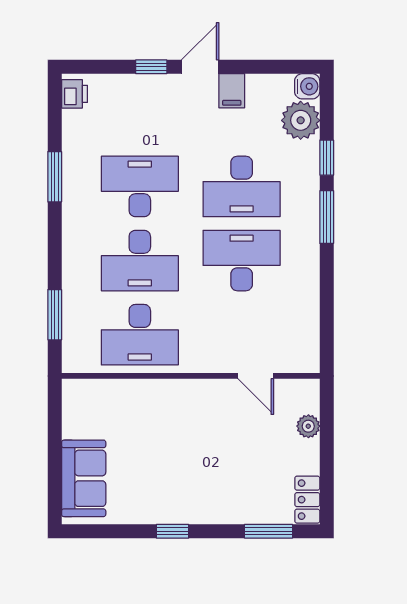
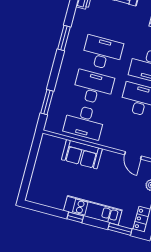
desk: (140, 261) -> (93, 87), turned 180
sofa: (84, 478) -> (82, 154), moved, turned 90
kitchen unit: (204, 508) -> (93, 210), added

